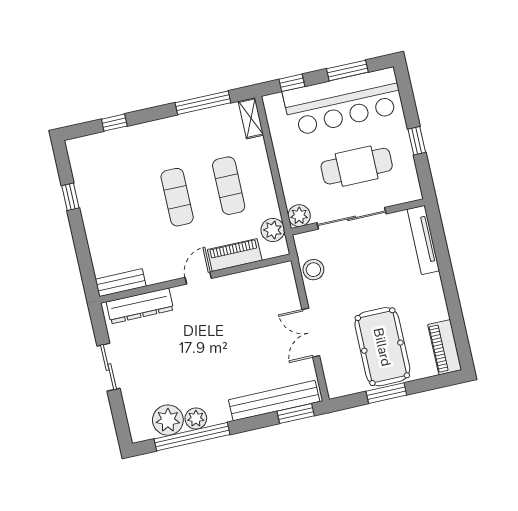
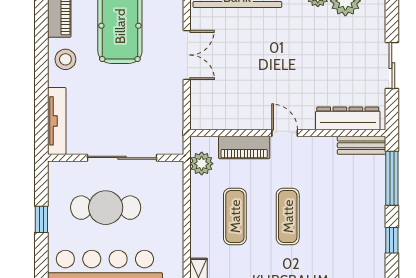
plant: (299, 216) -> (173, 172), removed
window: (84, 257) -> (392, 178), added
stool: (313, 270) -> (65, 59), moved
door: (198, 278) -> (285, 133), swing flipped

